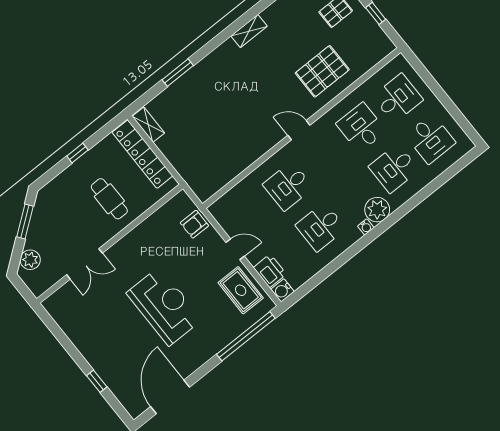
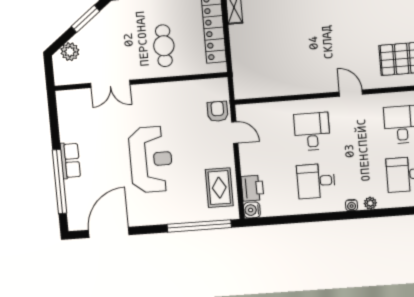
desk: (288, 186) -> (312, 131), turned 90
plant: (377, 210) -> (370, 203), width x0.53, depth x0.53
armchair: (194, 224) -> (218, 111), turned 90
door: (235, 249) -> (235, 132), moved
row of seats: (94, 356) -> (70, 161), added
window: (97, 381) -> (60, 182), width x3.17

